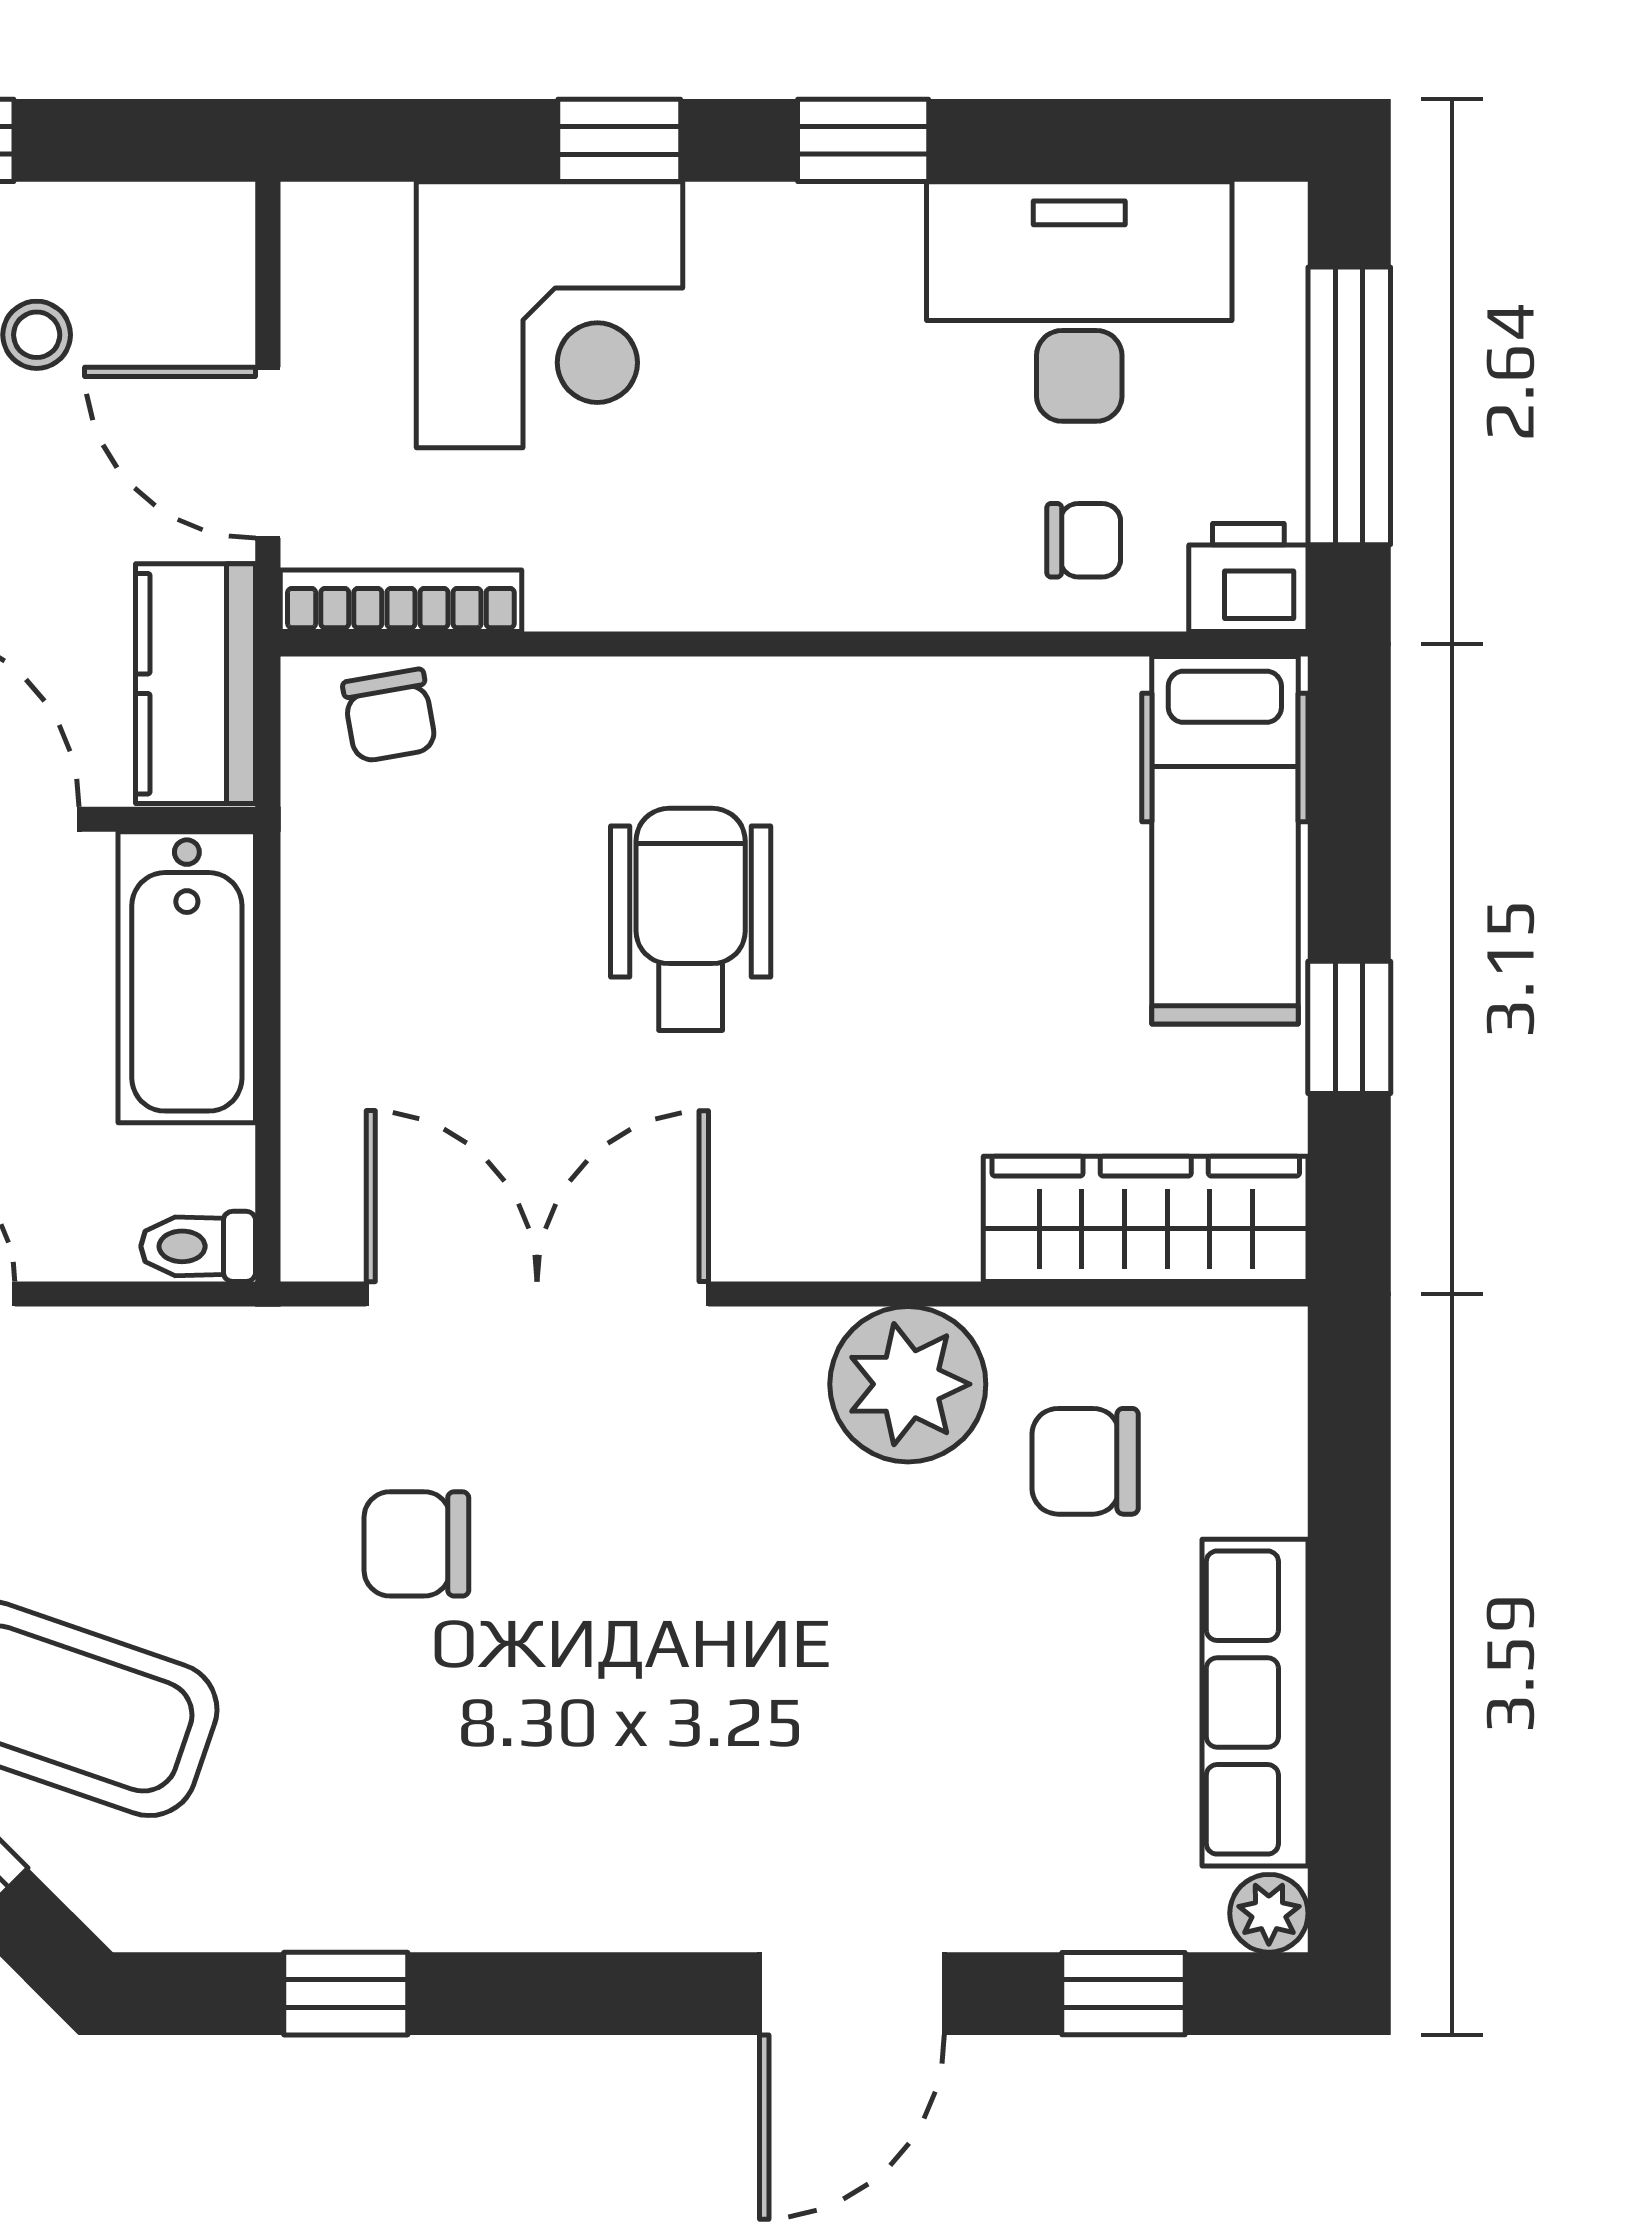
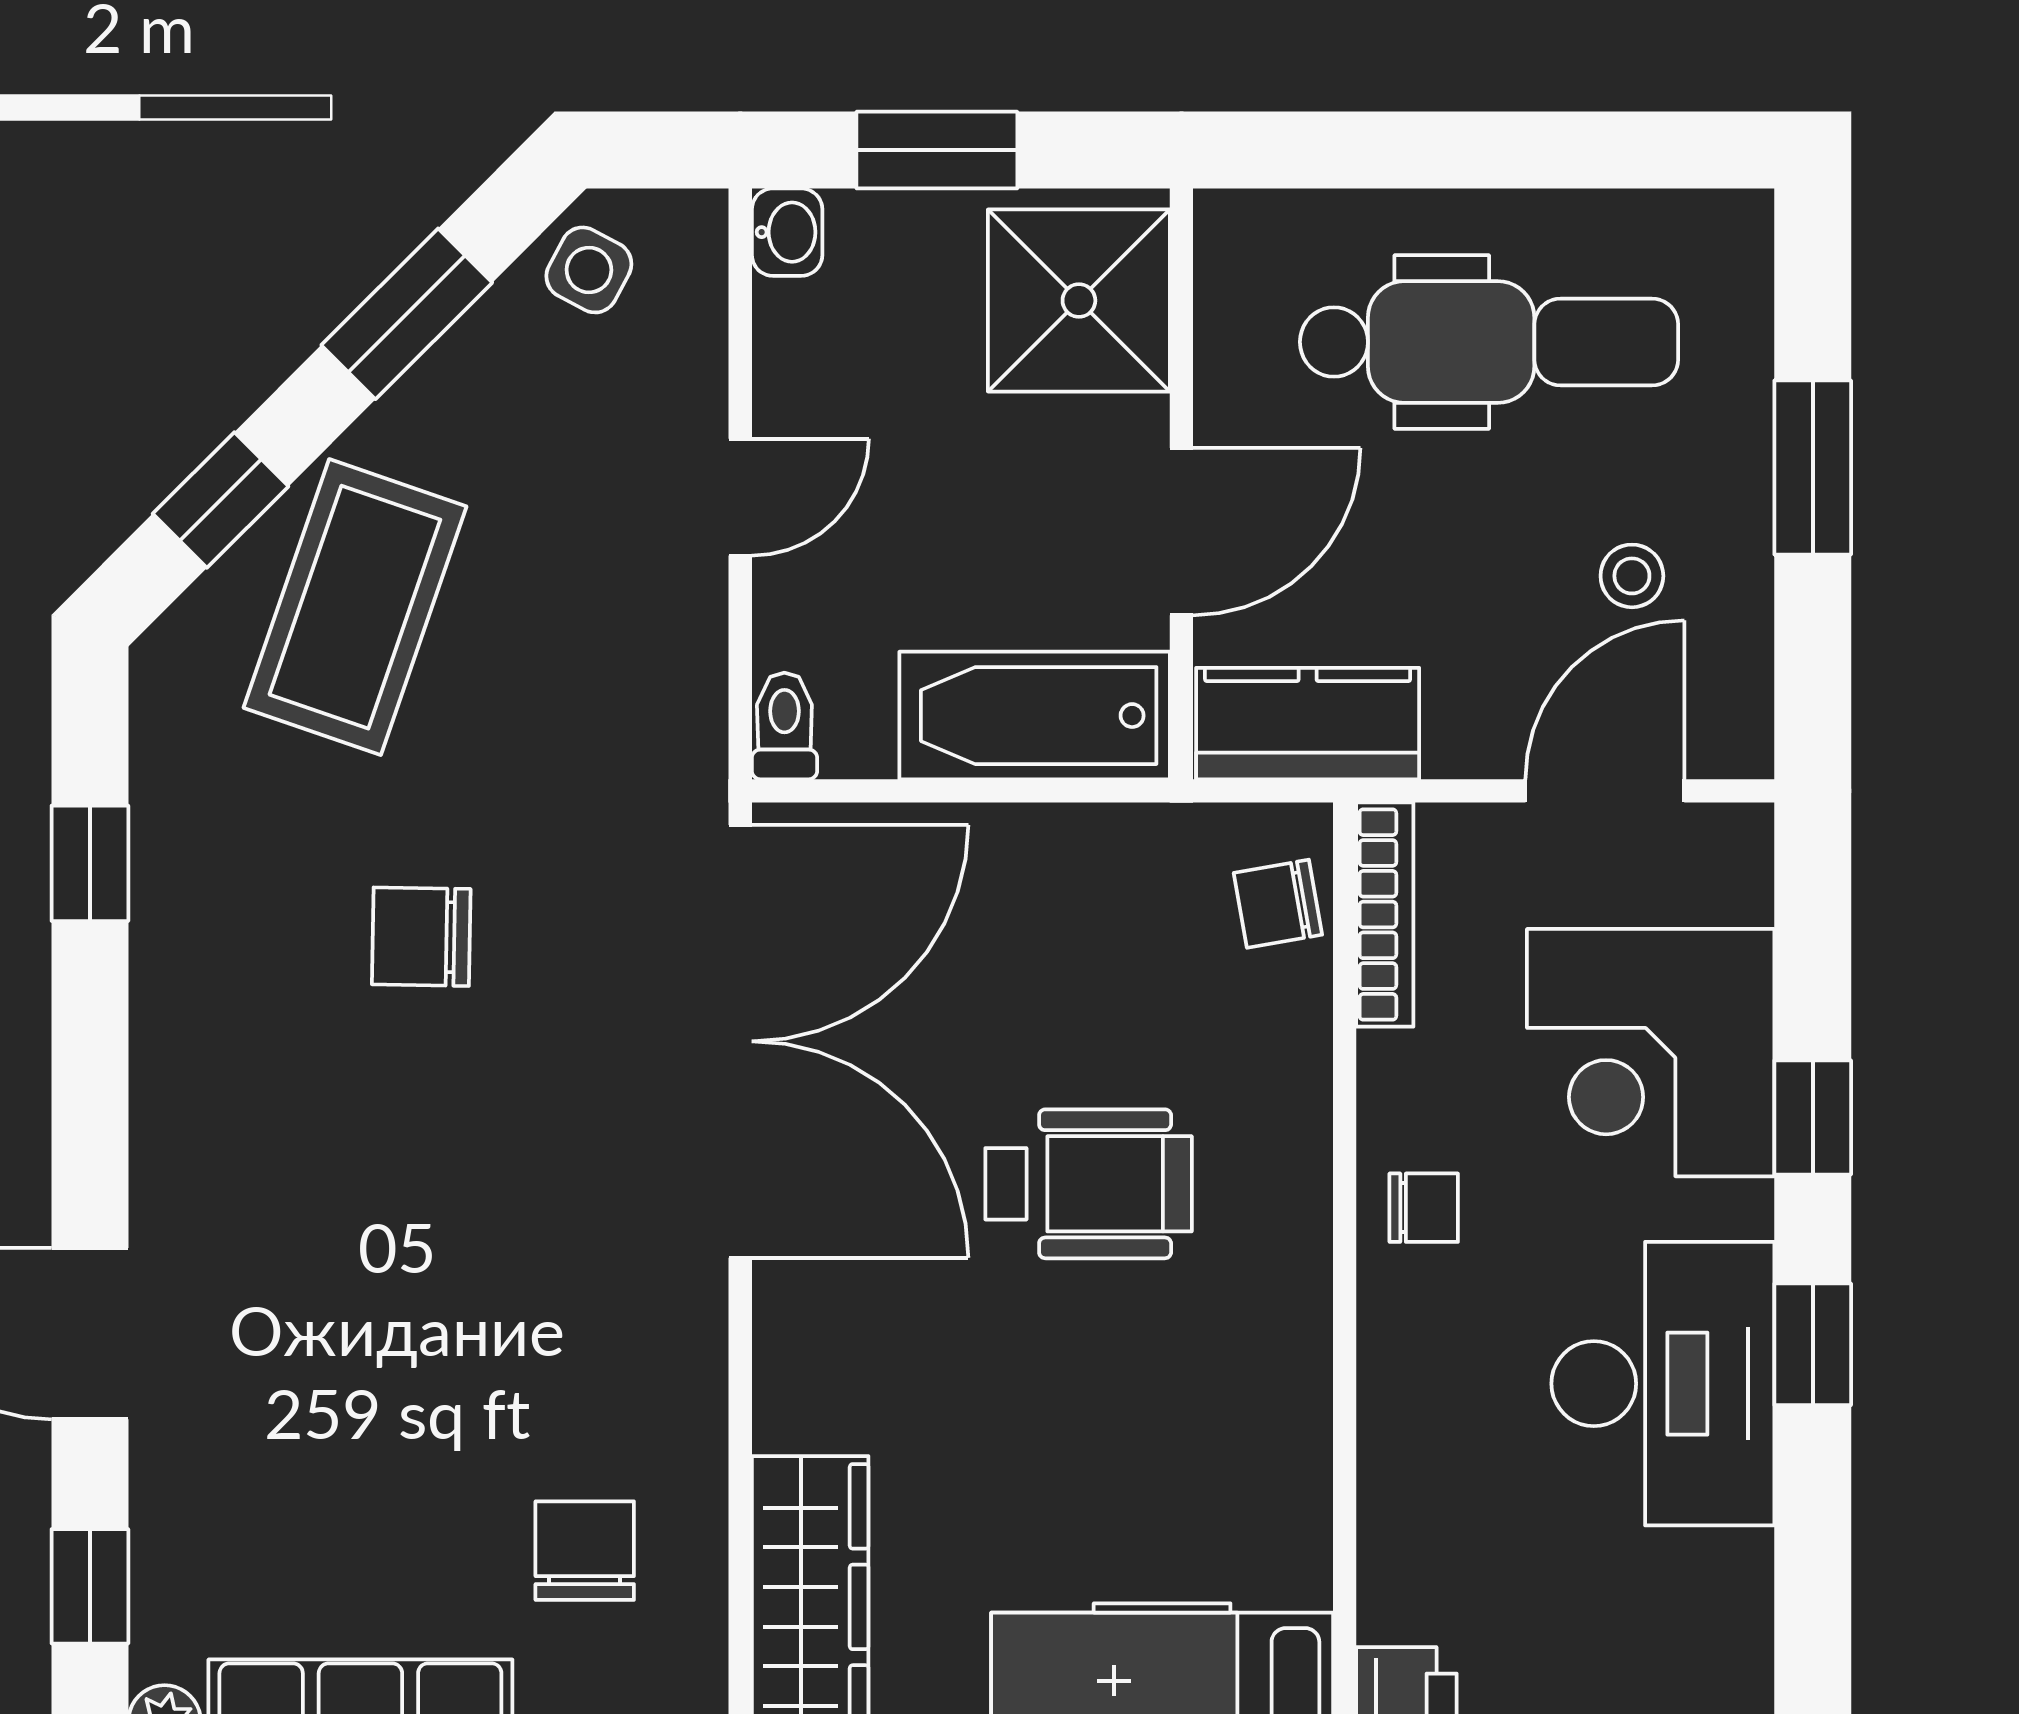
desk: (1079, 302) -> (1663, 1384), moved
door: (268, 453) -> (1605, 791), moved
chair: (1084, 540) -> (1424, 1208), moved, turned -90
double door: (537, 1294) -> (740, 1041), width x1.36
plant: (908, 1384) -> (656, 1386), removed
chair: (416, 1544) -> (421, 937), moved, turned -89

